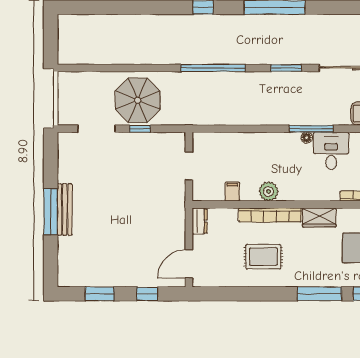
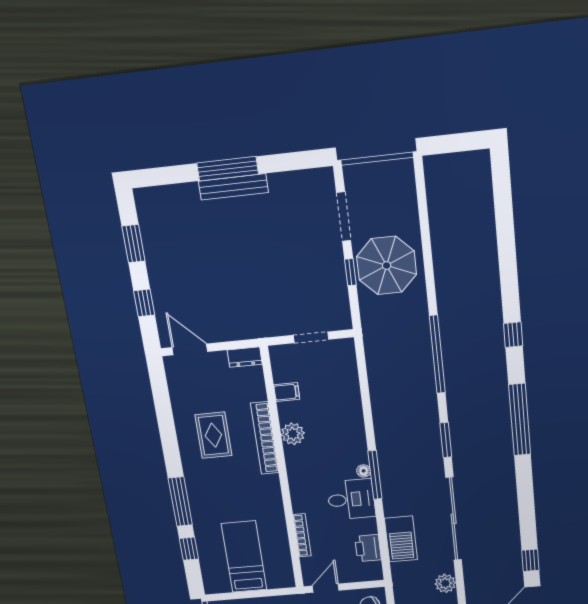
wardrobe: (319, 218) -> (270, 493), removed

